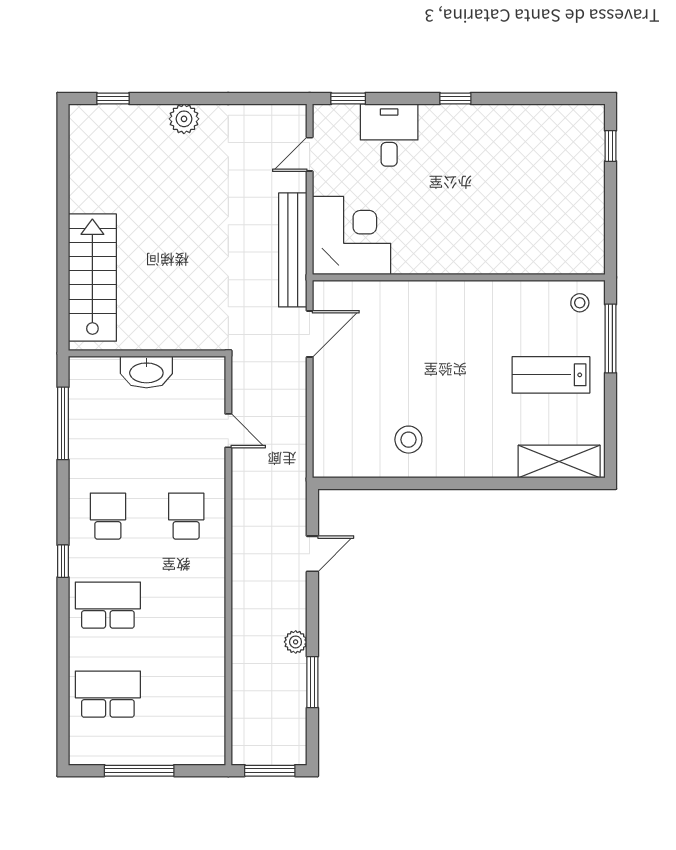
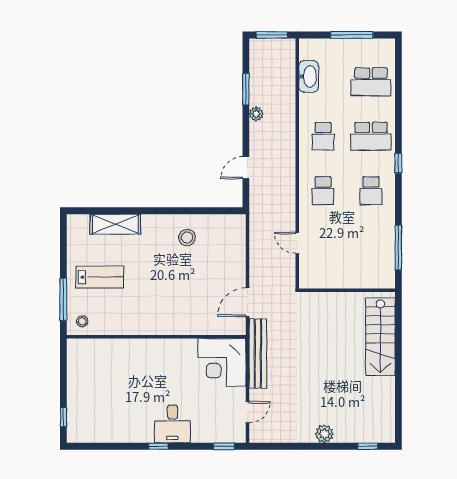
desk: (389, 135) -> (172, 424), moved
washbasin: (146, 372) -> (309, 76), moved, turned 90
shelving: (559, 462) -> (115, 224), moved
school desk: (186, 605) -> (323, 136), added

